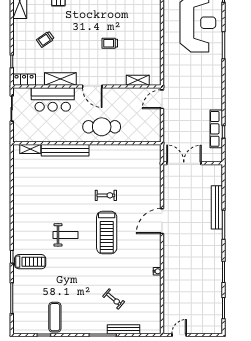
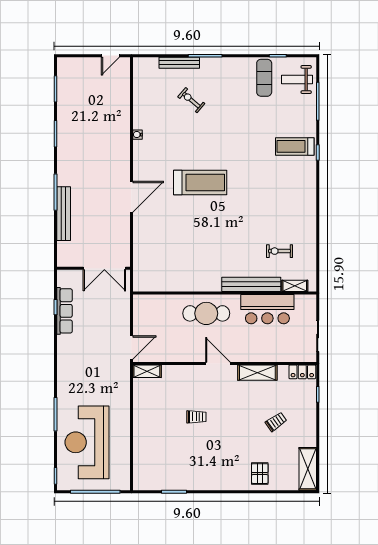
shelving: (138, 80) -> (147, 371), moved
bar counter: (53, 99) -> (267, 309), moved, turned 180
exercise bike: (106, 195) -> (280, 251), moved
treadmill: (107, 233) -> (200, 182), turned 90
weight bench: (65, 235) -> (297, 80), moved

